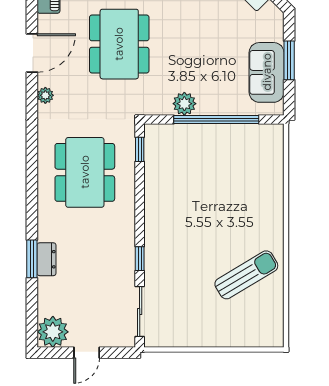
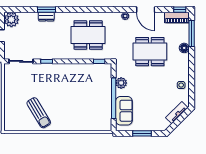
sofa: (267, 72) -> (124, 111), moved, turned 90

